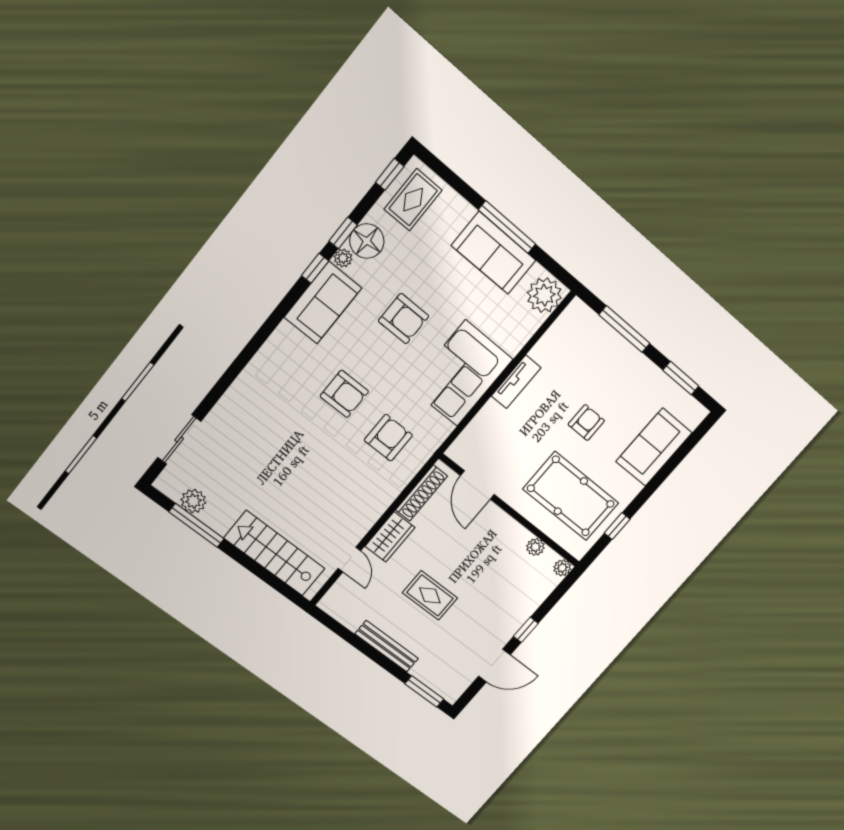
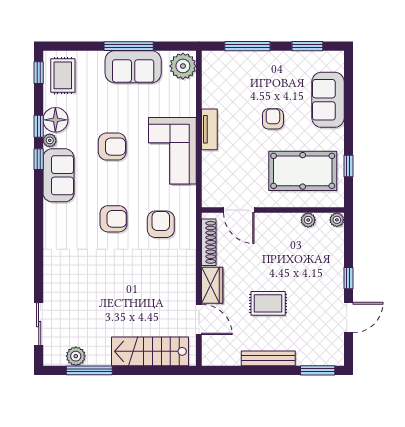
door: (349, 560) -> (199, 319), width x1.38

